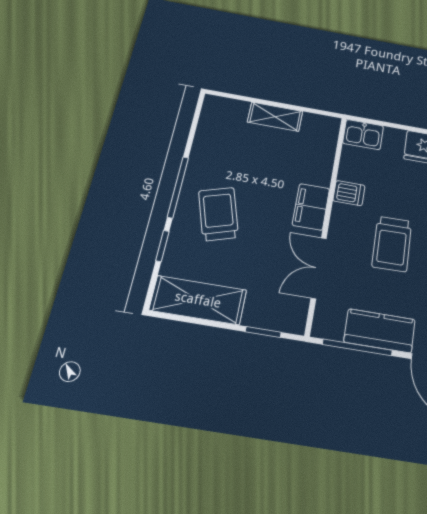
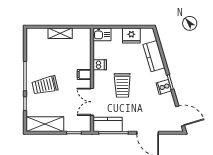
filing cabinet: (311, 207) -> (84, 75), width x0.50
trolley: (219, 214) -> (45, 85), turned -86
kitchen counter: (380, 331) -> (108, 124), moved

